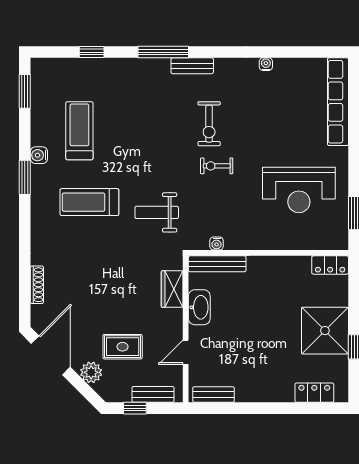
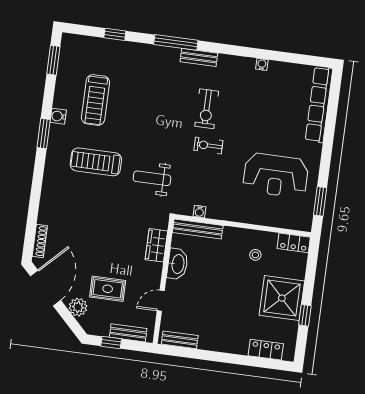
treadmill: (79, 131) -> (95, 100), turned 180
shoe rack: (37, 285) -> (40, 241), moved
stool: (288, 285) -> (255, 255), added

